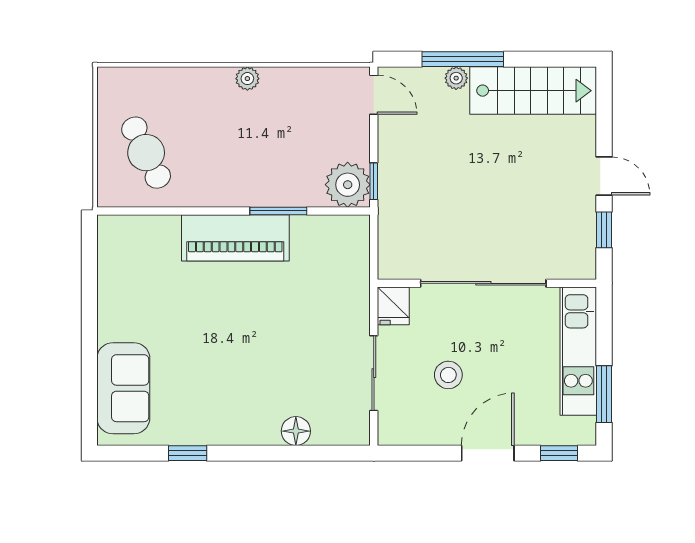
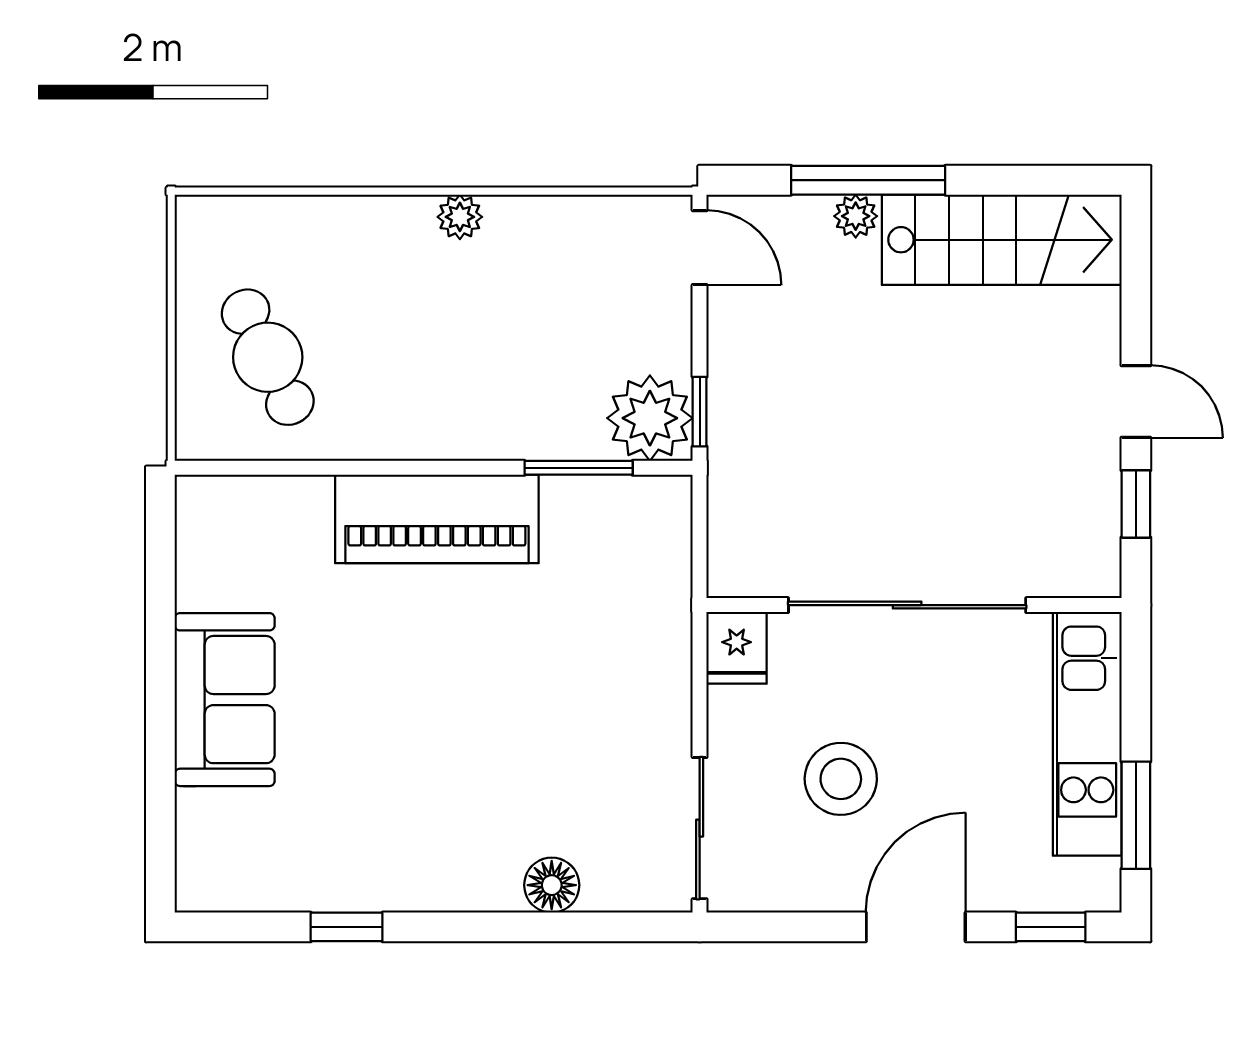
window: (278, 211) -> (579, 468), moved
sliding door: (374, 373) -> (700, 828), moved
stool: (448, 375) -> (841, 779), width x1.38, depth x1.38
sofa: (123, 388) -> (225, 700), moved

